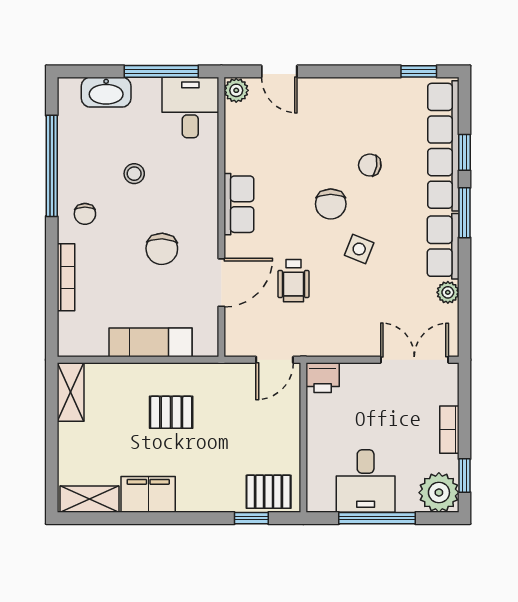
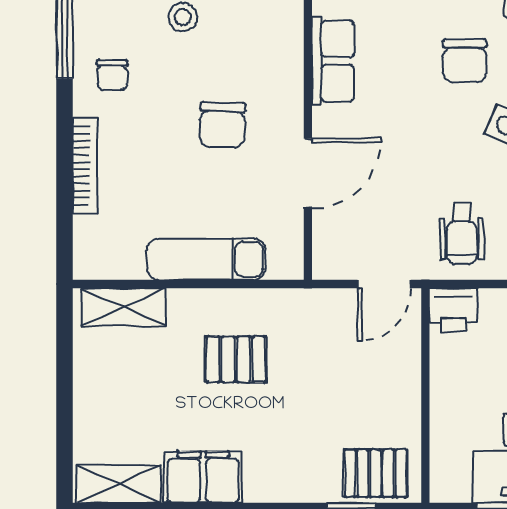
wheelchair: (293, 281) -> (462, 234), moved
shelving: (71, 392) -> (123, 307), moved, turned 90

